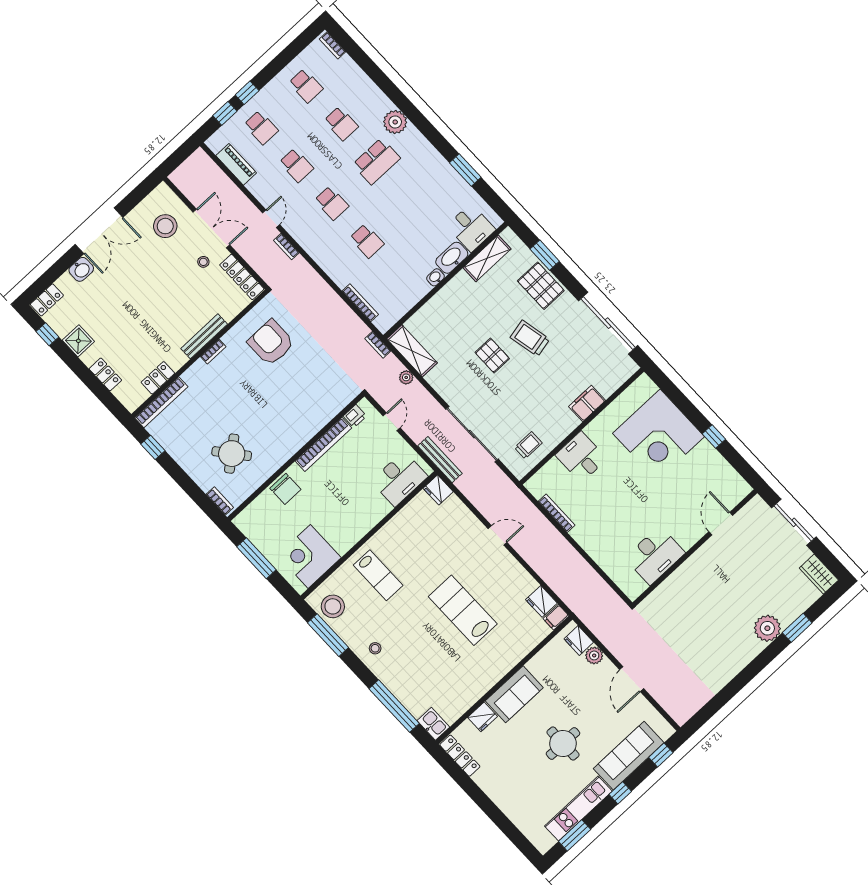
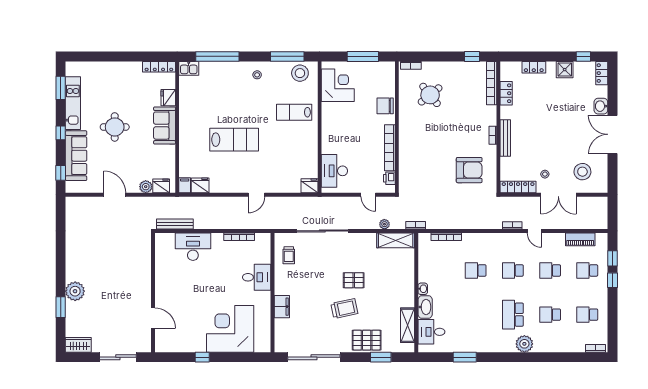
bench: (440, 460) -> (175, 224), moved
desk: (655, 555) -> (193, 247), moved, turned 90

